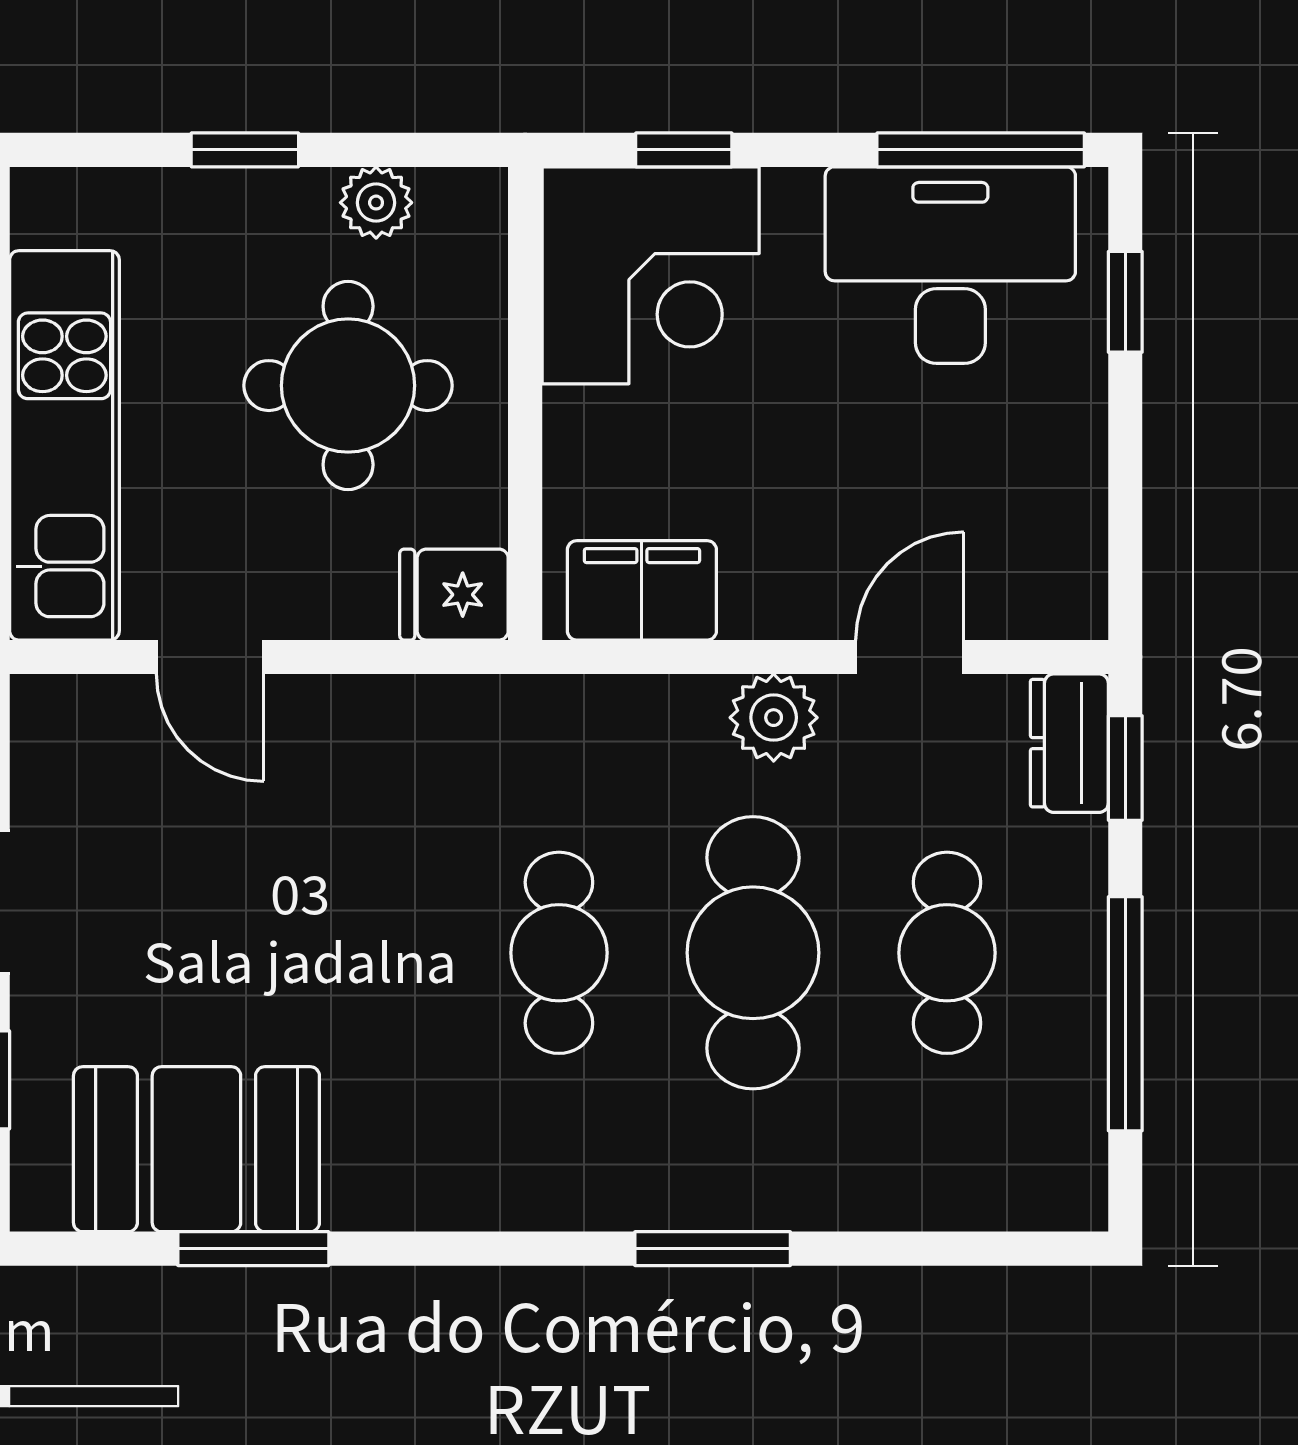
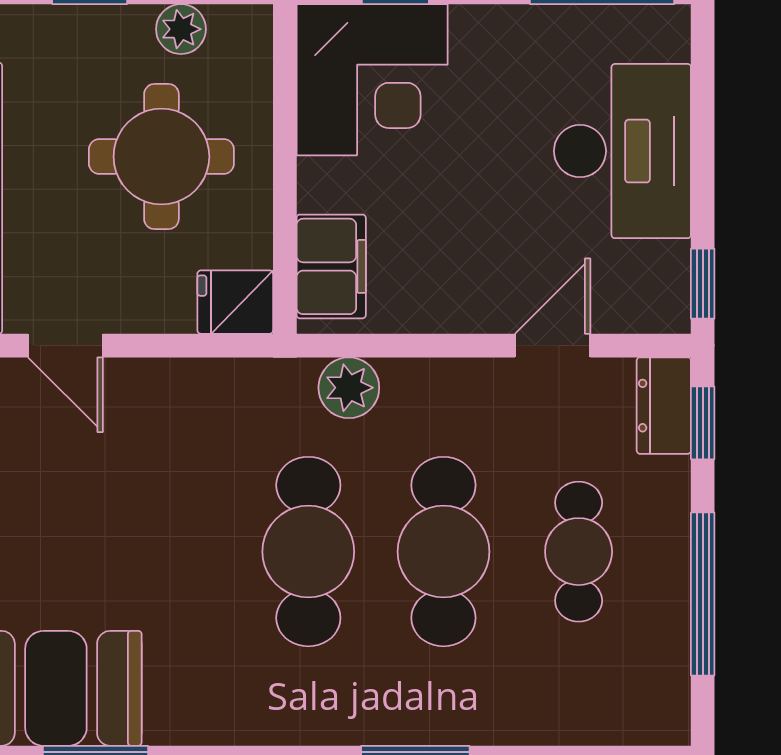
desk: (950, 265) -> (622, 151), moved, turned 90
window: (1125, 302) -> (703, 284), moved
filing cabinet: (642, 590) -> (331, 266), moved, turned 90
plant: (774, 718) -> (349, 388), moved
cafe table: (559, 953) -> (308, 552), width x1.37, depth x1.35

